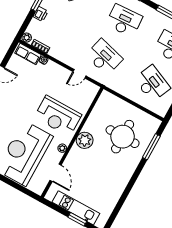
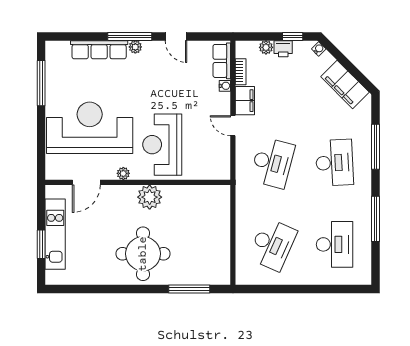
plant: (27, 38) -> (266, 47), moved
filing cabinet: (59, 53) -> (245, 101), added
door: (79, 74) -> (233, 126), moved
round table: (123, 137) -> (143, 254), moved

